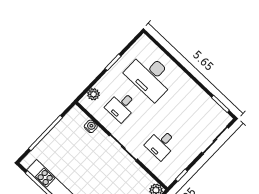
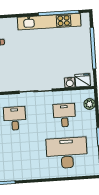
fridge: (79, 117) -> (83, 80), added

